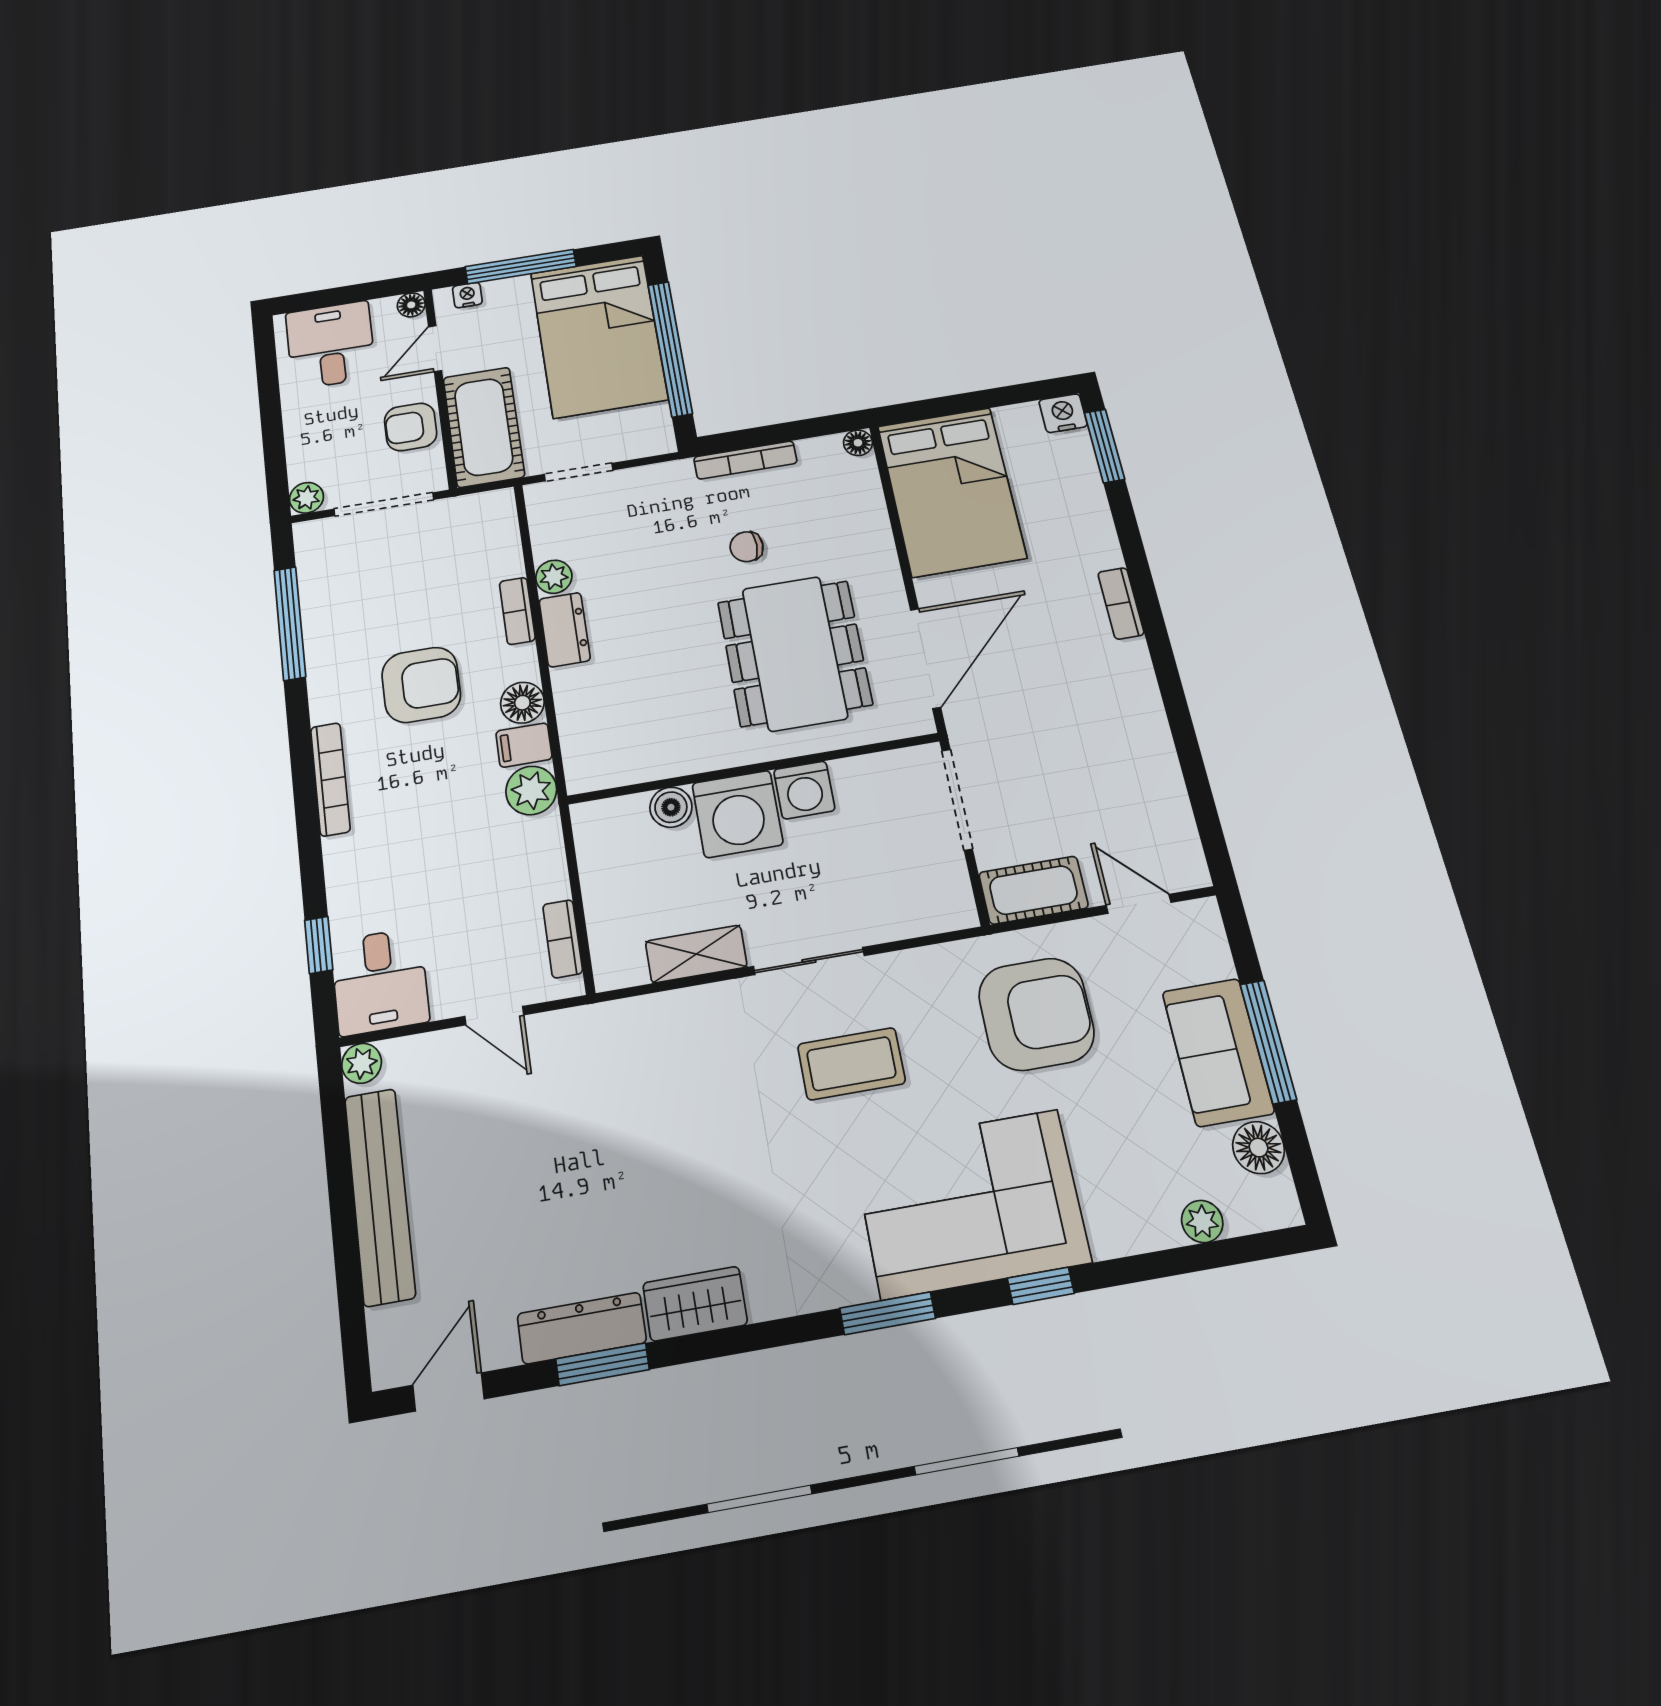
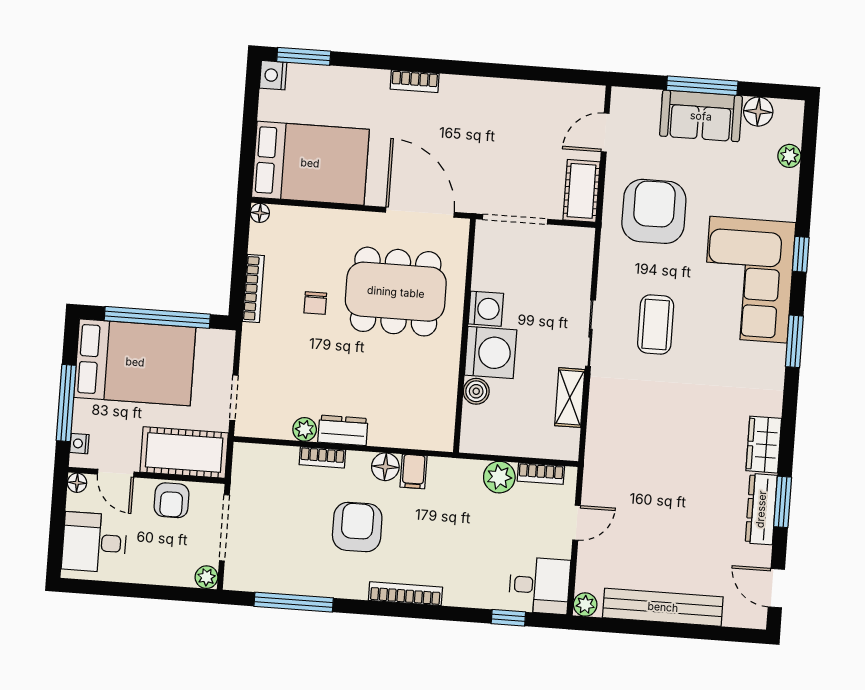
plant: (531, 790) -> (499, 477), moved

